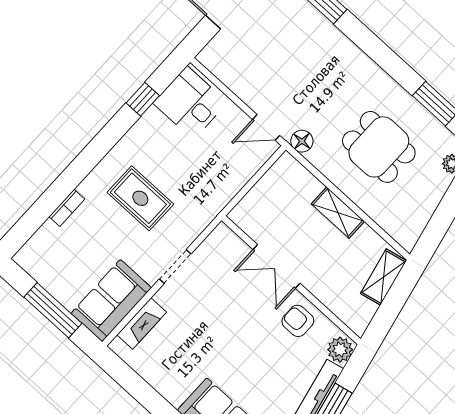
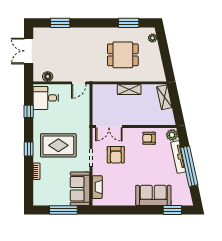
floor lamp: (302, 141) -> (48, 77), moved
window: (87, 160) -> (29, 149), added
rug: (140, 198) -> (58, 145), width x1.36, depth x1.43
double door: (277, 266) -> (109, 126), moved
armchair: (220, 299) -> (116, 155), added

